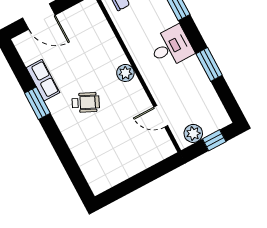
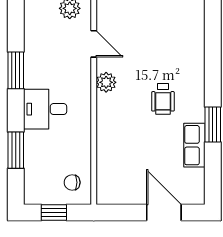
plant: (125, 73) -> (106, 82), moved
wheelchair: (86, 103) -> (163, 99), turned -115

